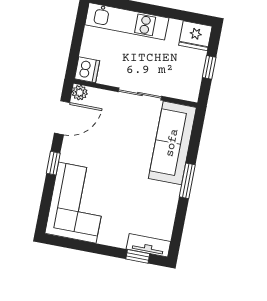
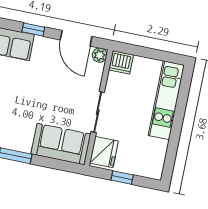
fridge: (195, 36) -> (104, 152), moved, turned 180
sofa: (172, 143) -> (61, 144), width x0.73

